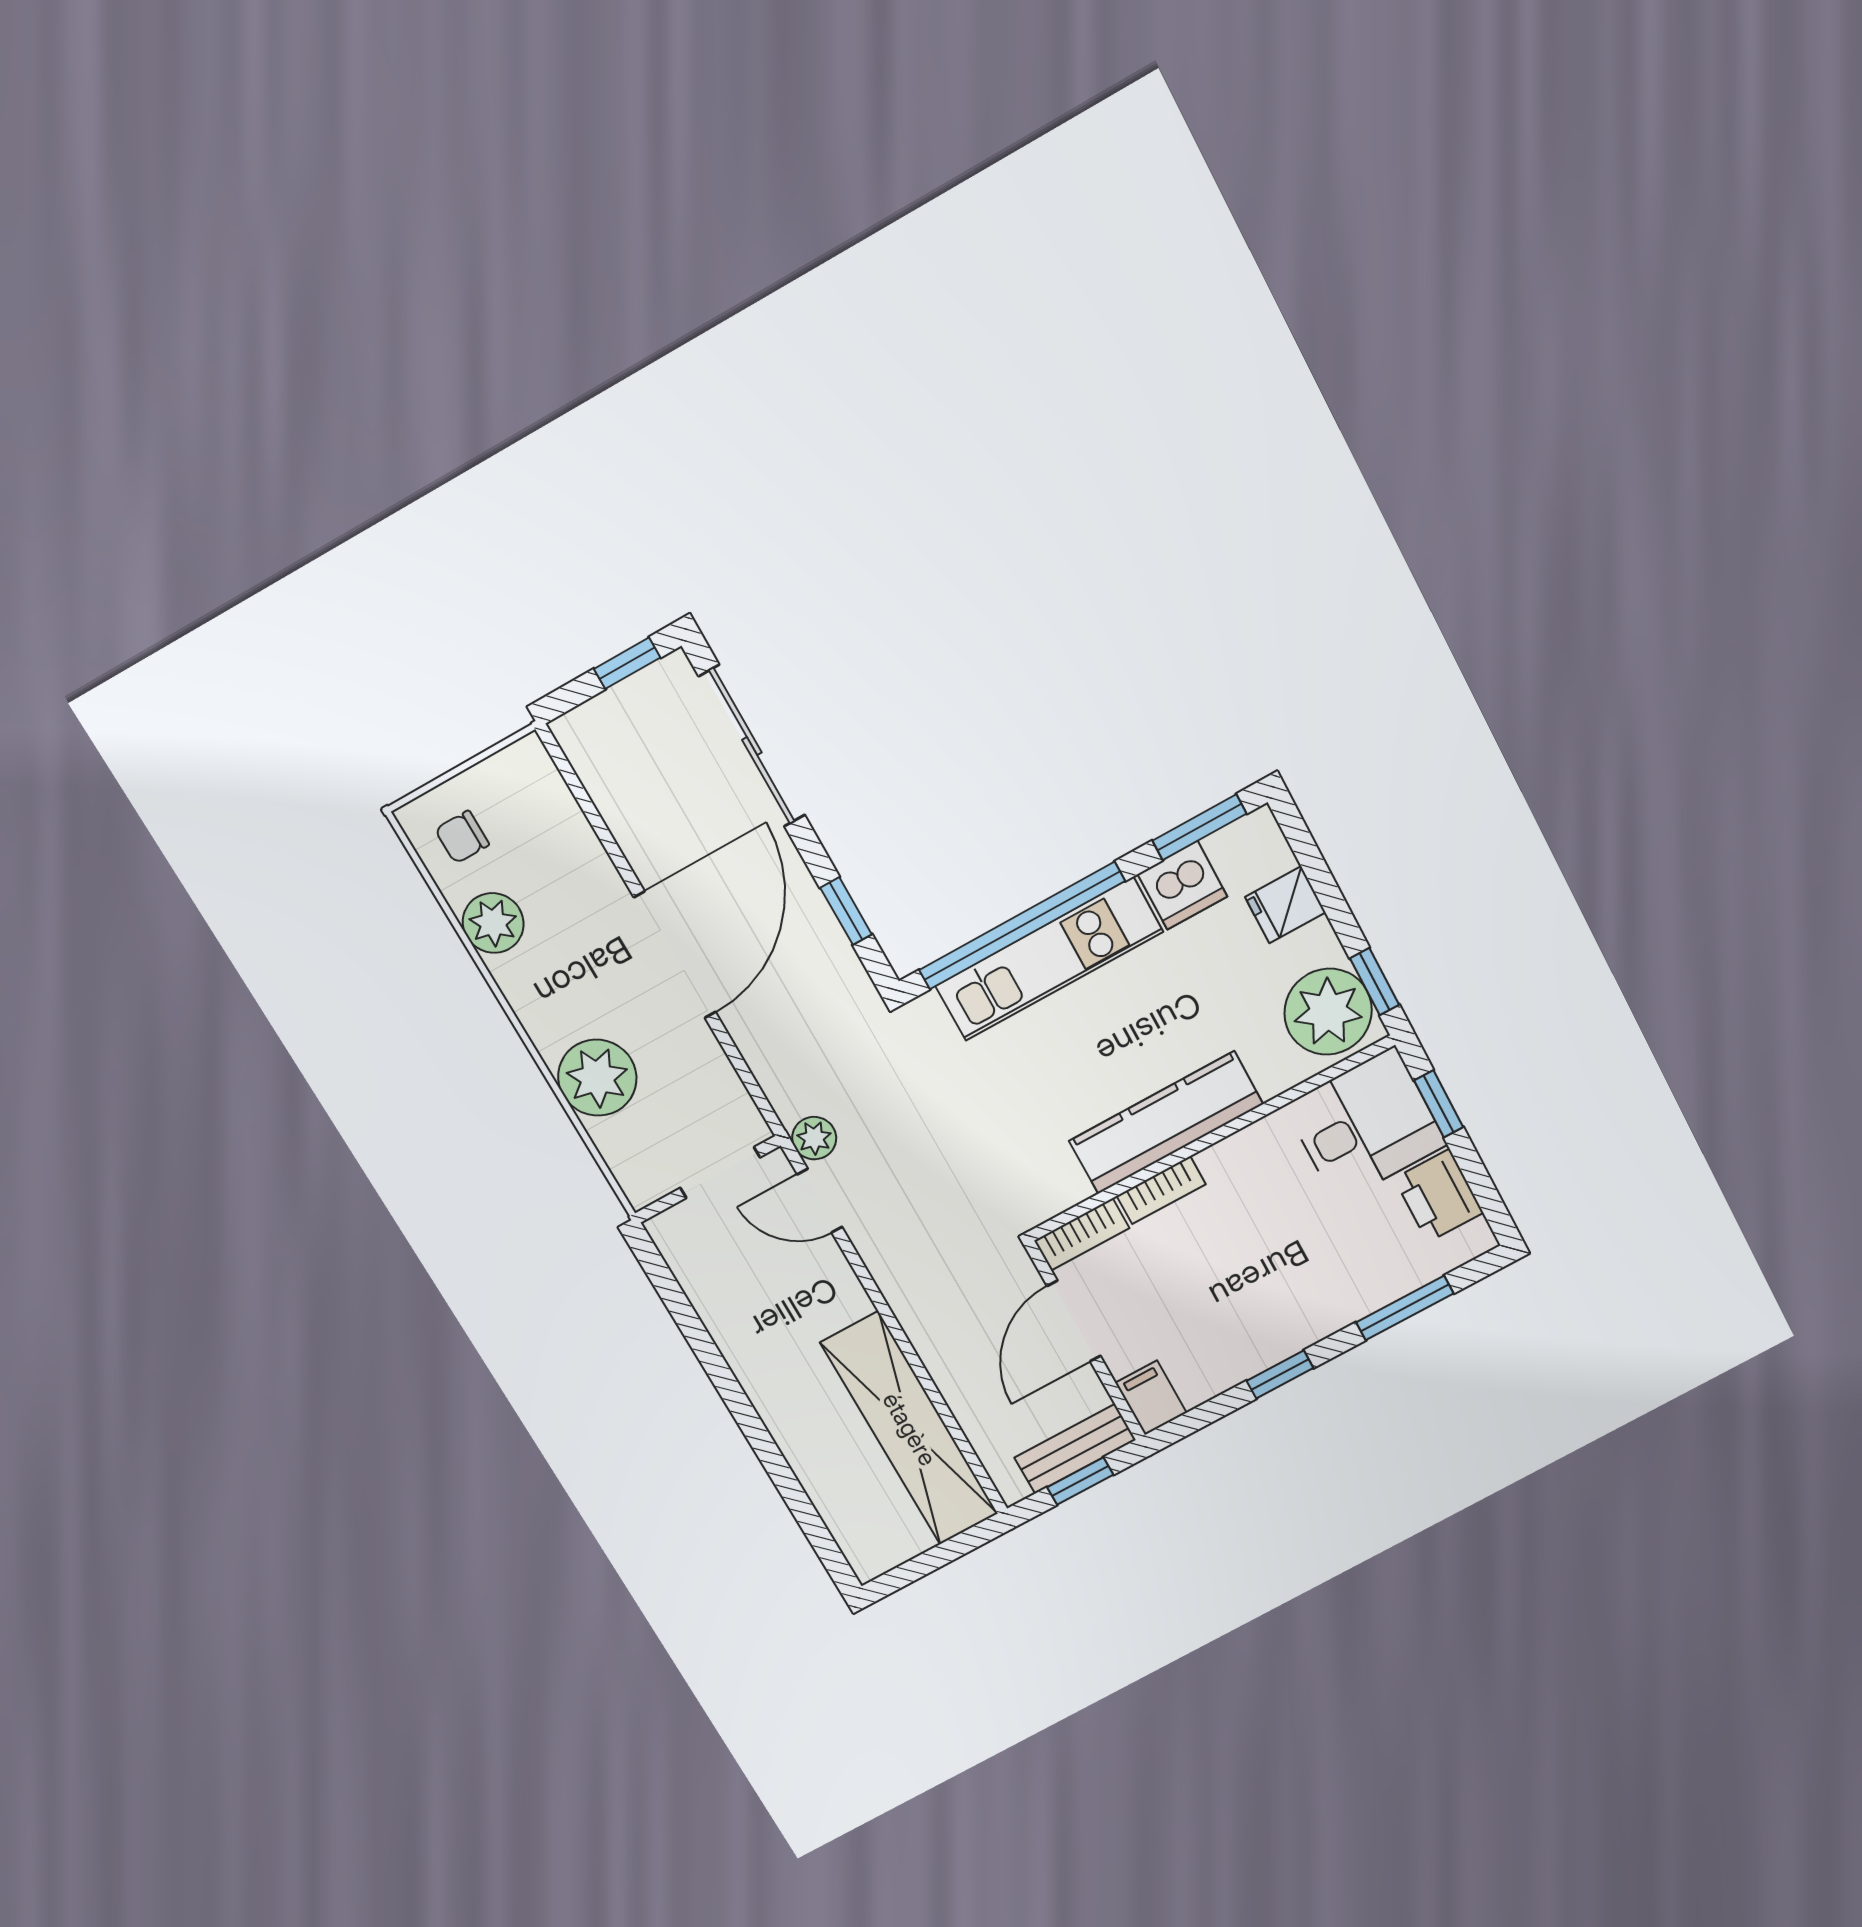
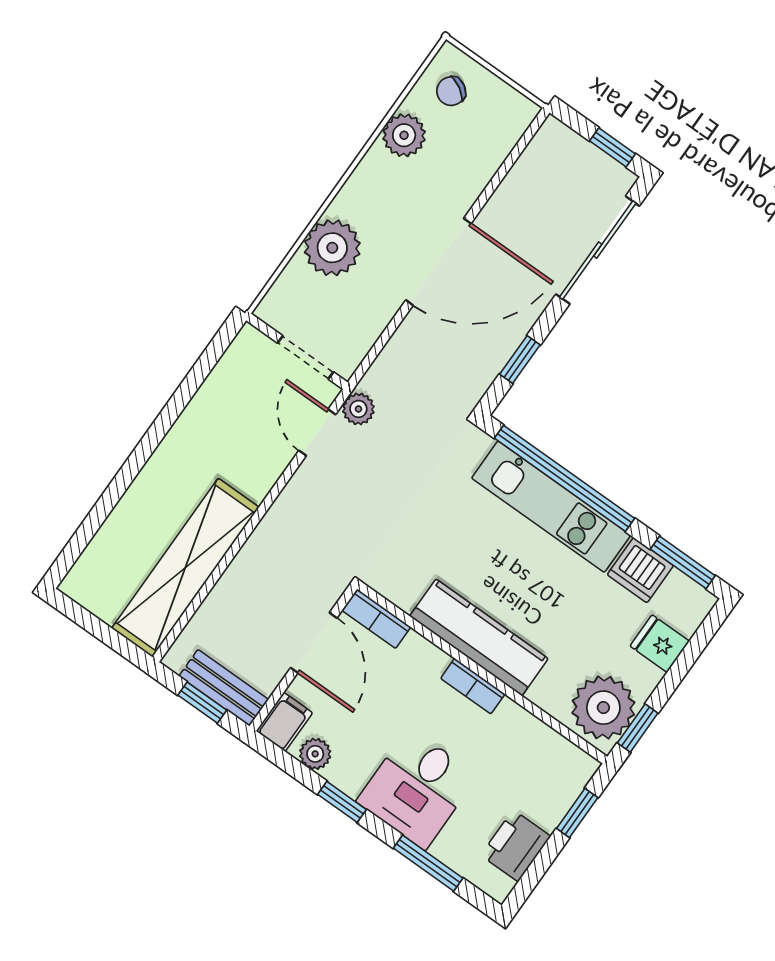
chair: (462, 837) -> (451, 91), turned -59
desk: (1366, 1125) -> (417, 789), moved, turned 90
bookcase: (1161, 1190) -> (473, 686), moved
door: (1074, 1321) -> (314, 643), swing flipped
plant: (1207, 1379) -> (315, 754), added

